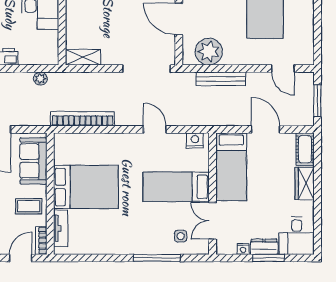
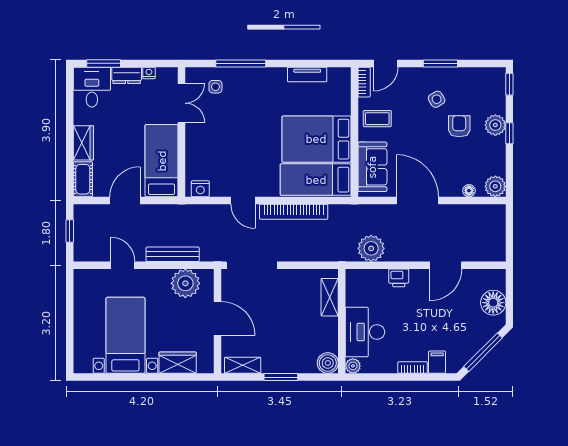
shelving: (83, 57) -> (330, 297), moved, turned 90
door: (283, 69) -> (123, 265), moved
plant: (40, 79) -> (371, 248), width x1.87, depth x1.87
window: (317, 101) -> (70, 231), width x0.67
bookcase: (82, 119) -> (294, 212), moved
door: (266, 129) -> (125, 200), swing flipped
bed: (176, 187) -> (316, 180), moved, turned 180
tv unit: (61, 228) -> (307, 75), moved, turned -90
window: (269, 258) -> (104, 63), moved

